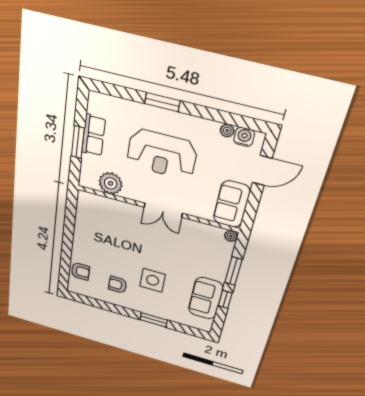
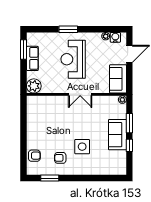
window: (78, 142) -> (24, 49), moved
reception desk: (162, 154) -> (73, 59), turned 90
plant: (111, 183) -> (34, 86), moved
sofa: (206, 298) -> (117, 135), moved
window: (154, 320) -> (50, 178), moved

